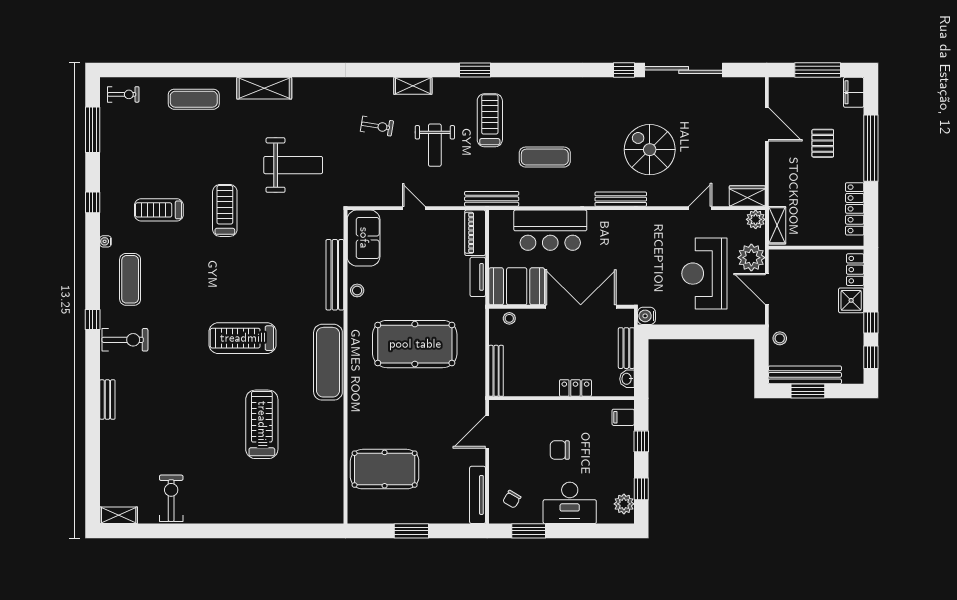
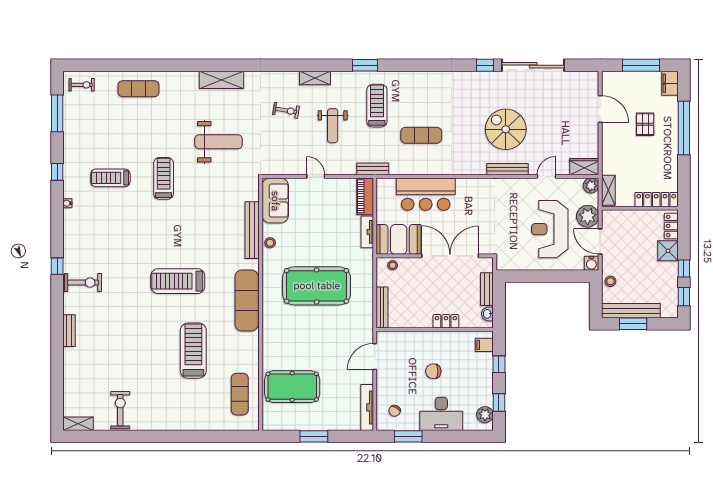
shelving: (264, 88) -> (222, 80), moved
bench: (492, 199) -> (373, 169), width x0.73
bench: (621, 199) -> (508, 169), moved
locker: (855, 209) -> (656, 200), moved, turned 90
exercise mat: (130, 279) -> (240, 394), moved
water cooler: (647, 316) -> (591, 263), moved, turned -90

